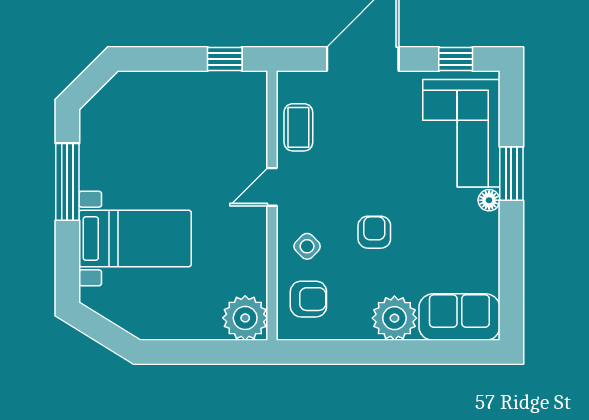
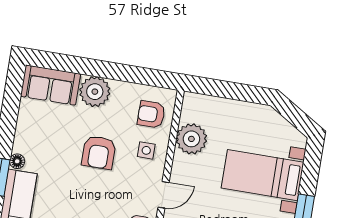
armchair: (374, 232) -> (99, 152), width x1.38, depth x1.38
side table: (307, 246) -> (146, 150), turned 45
plant: (245, 318) -> (191, 139), moved

